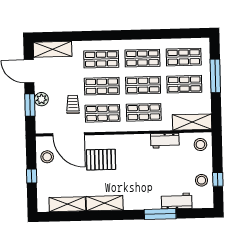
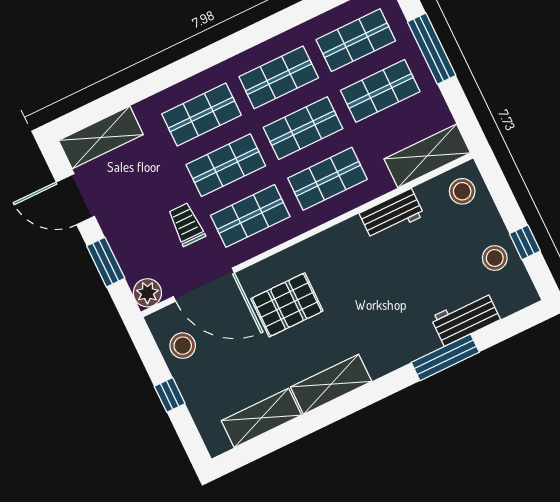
plant: (41, 99) -> (147, 293), moved

